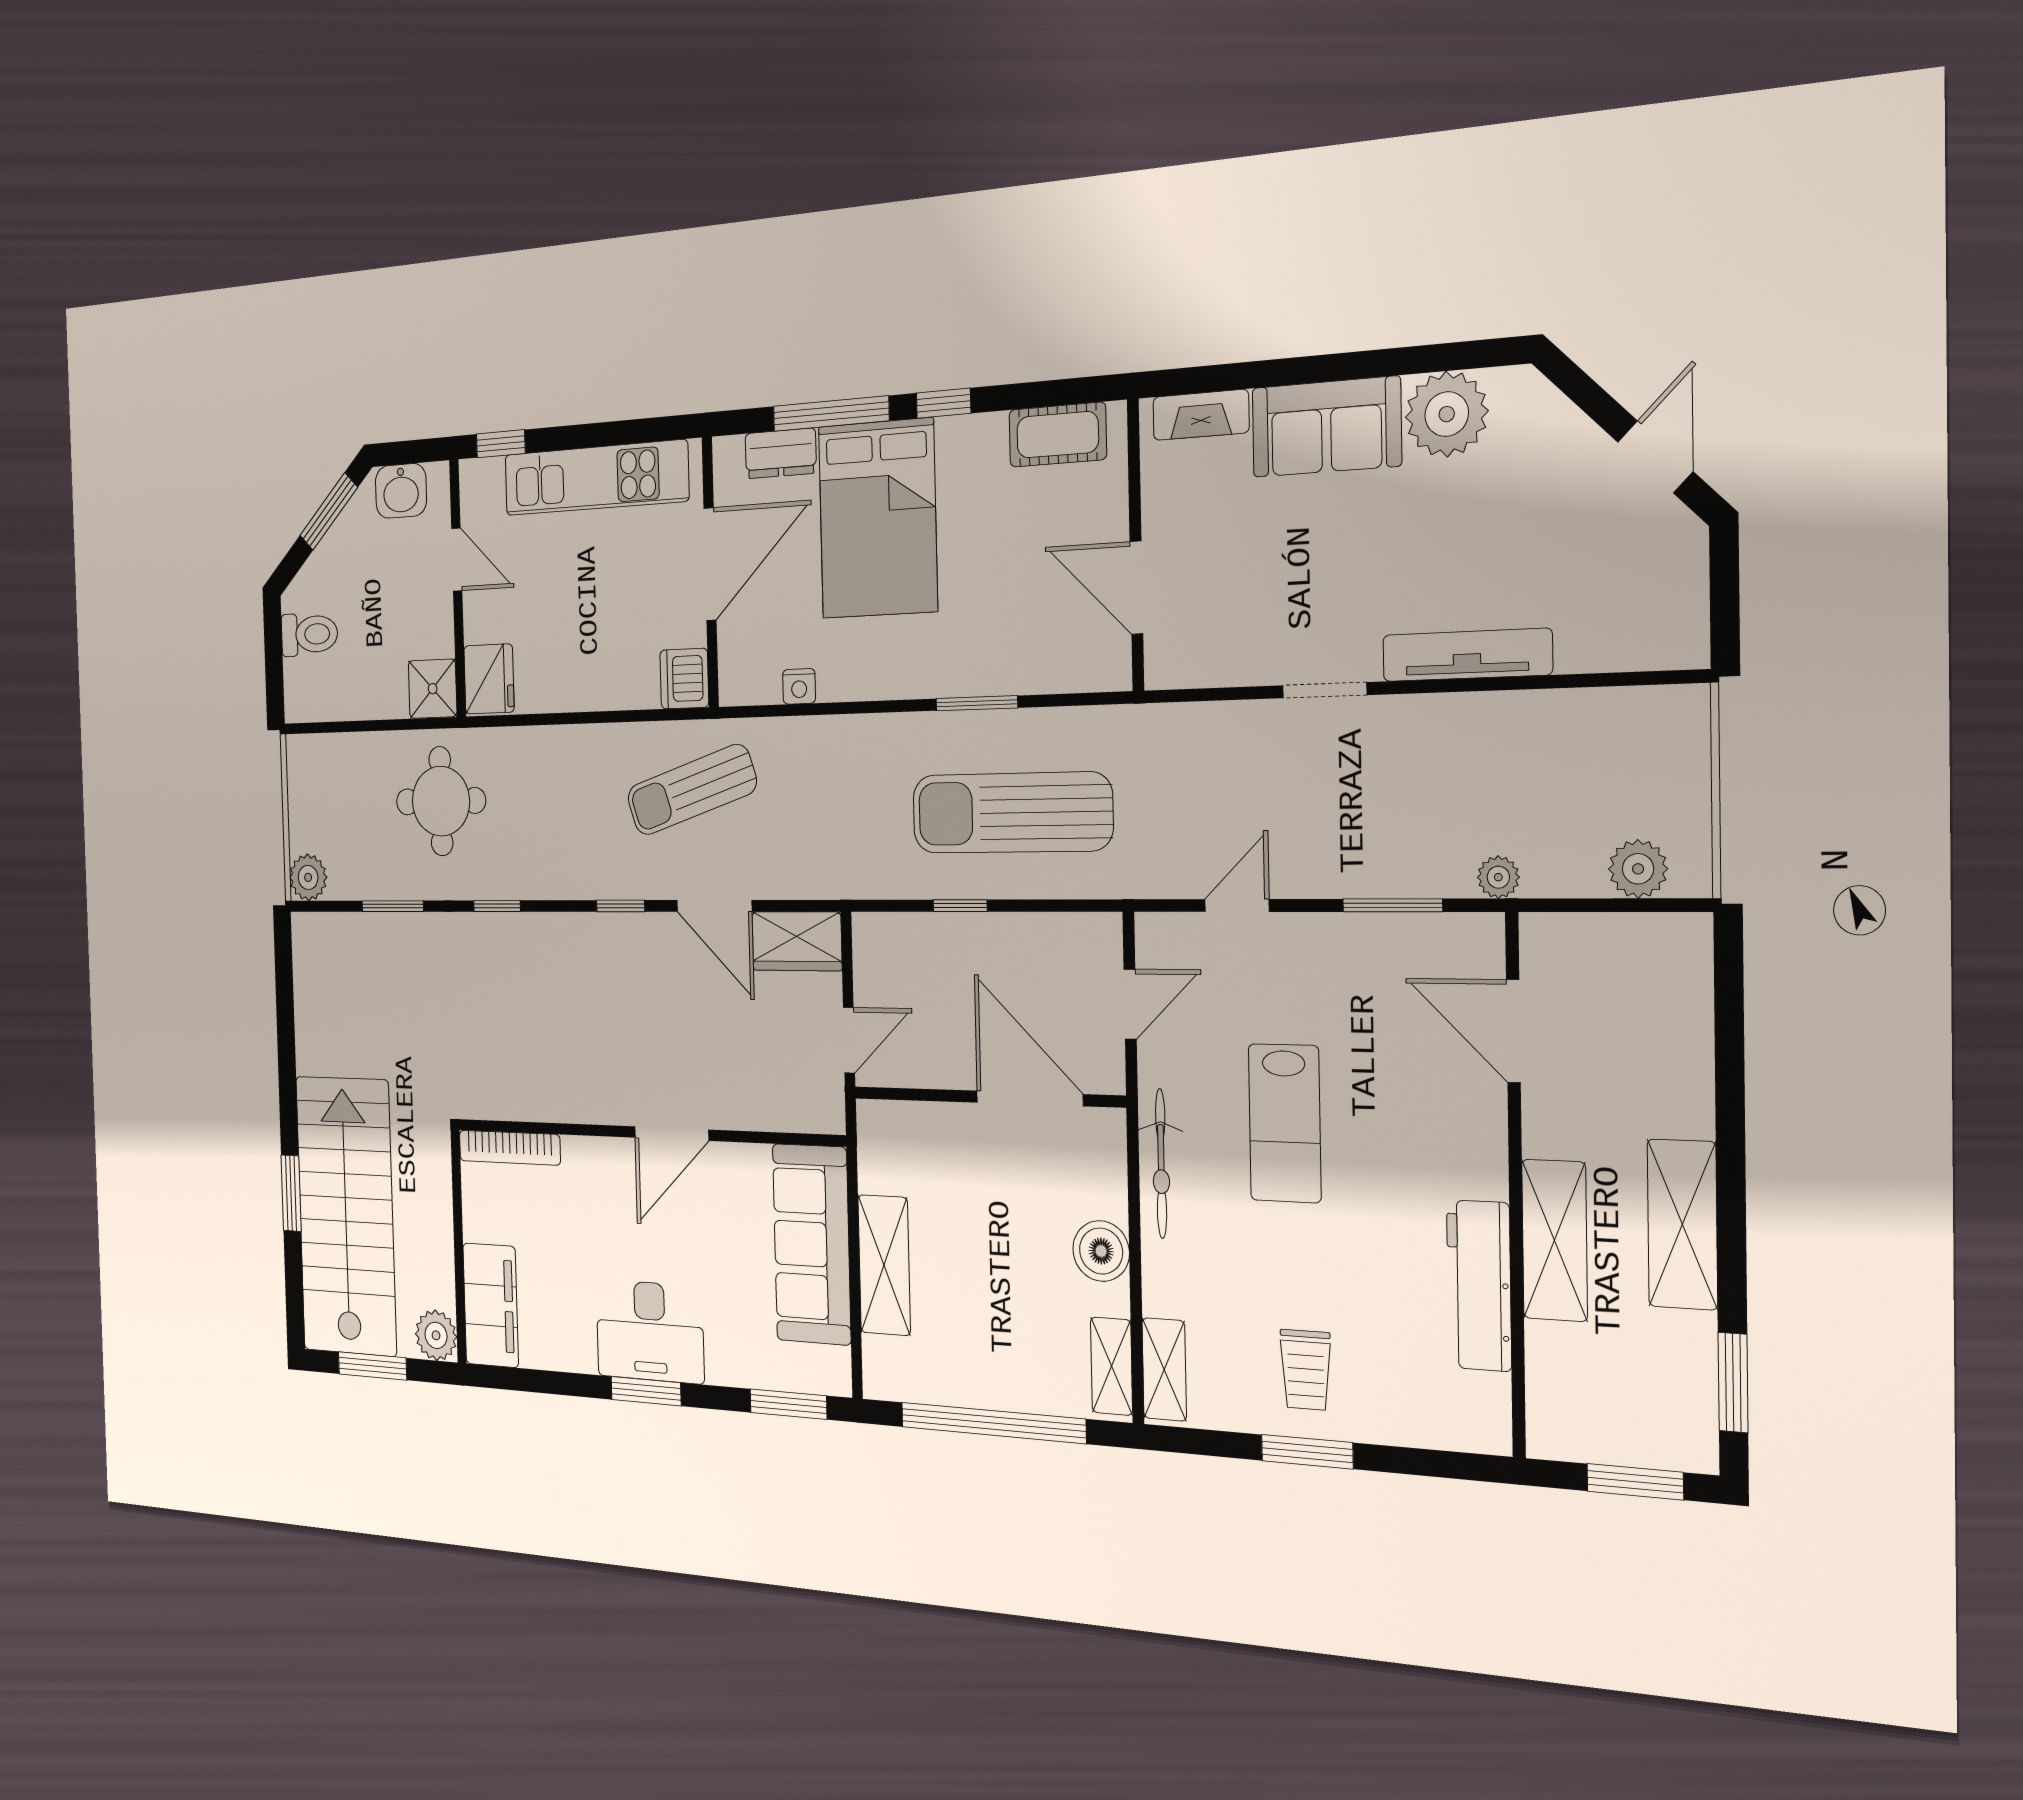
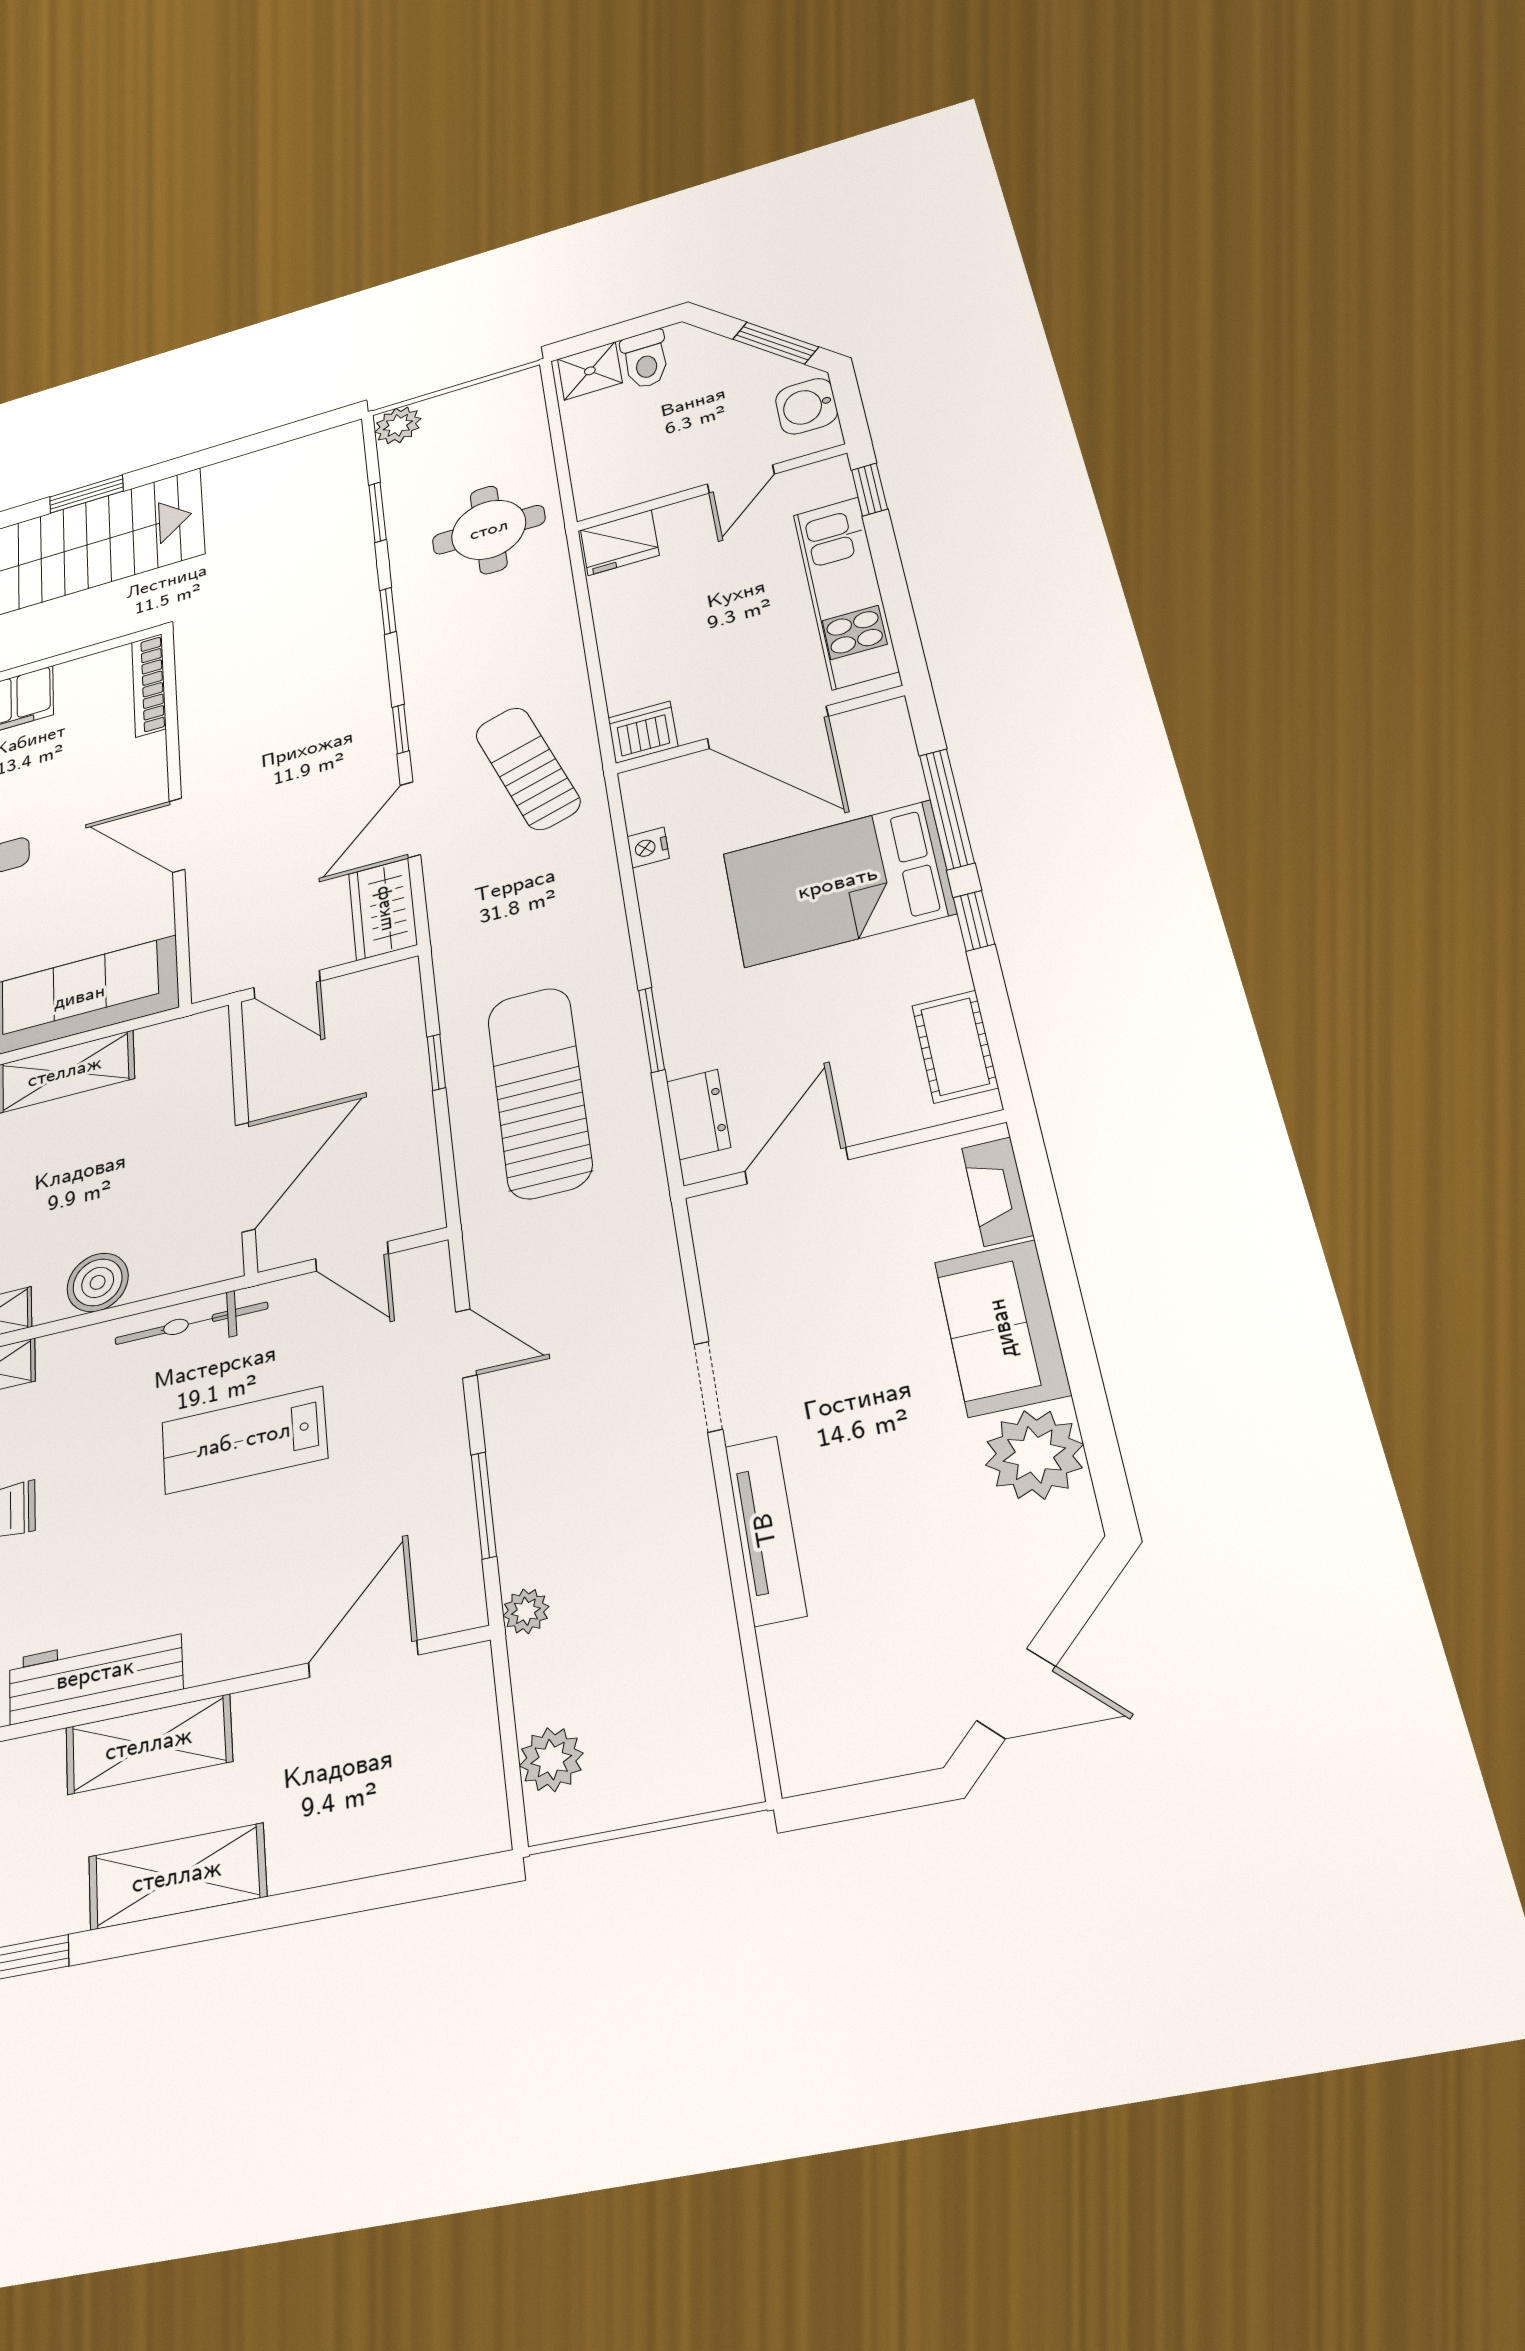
dresser: (781, 453) -> (698, 1114), moved, turned 180
shower: (433, 689) -> (590, 371), moved

